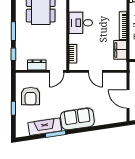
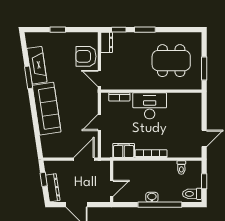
desk: (81, 23) -> (150, 106), width x1.37
dresser: (37, 65) -> (107, 42), moved
armchair: (31, 96) -> (86, 56), moved
door: (128, 99) -> (84, 159), moved
sofa: (77, 119) -> (47, 109), width x1.36

